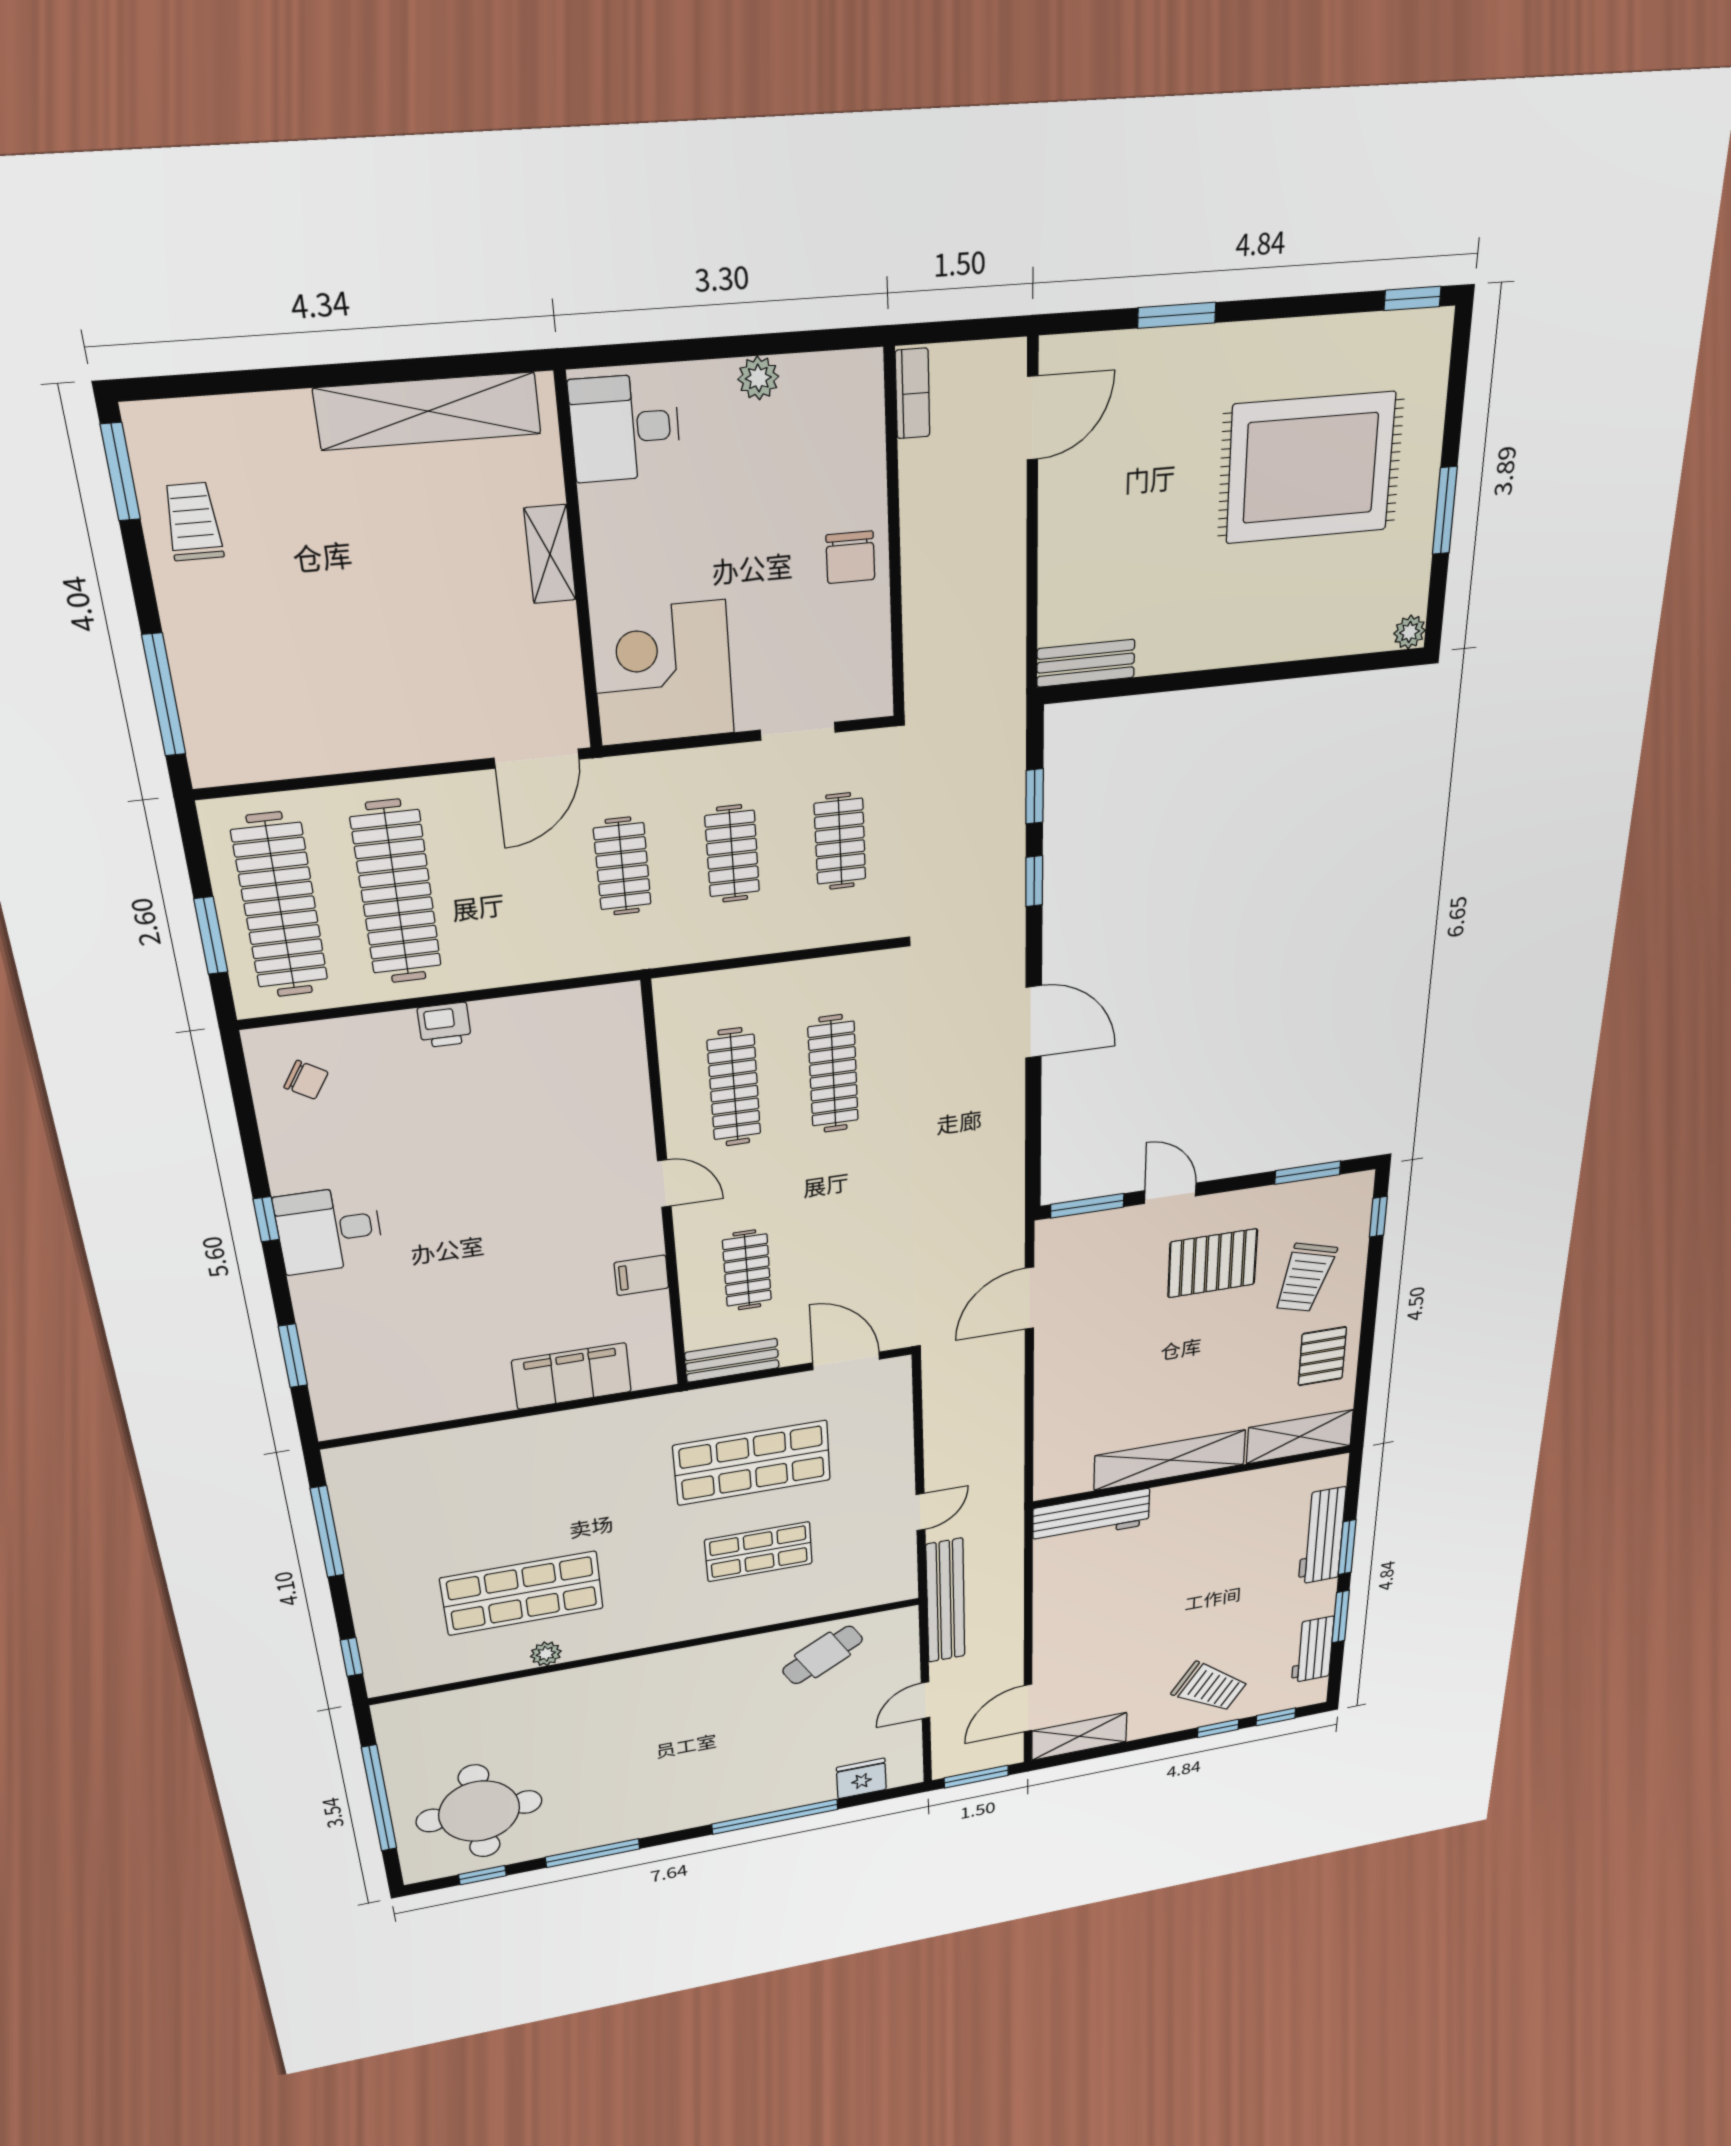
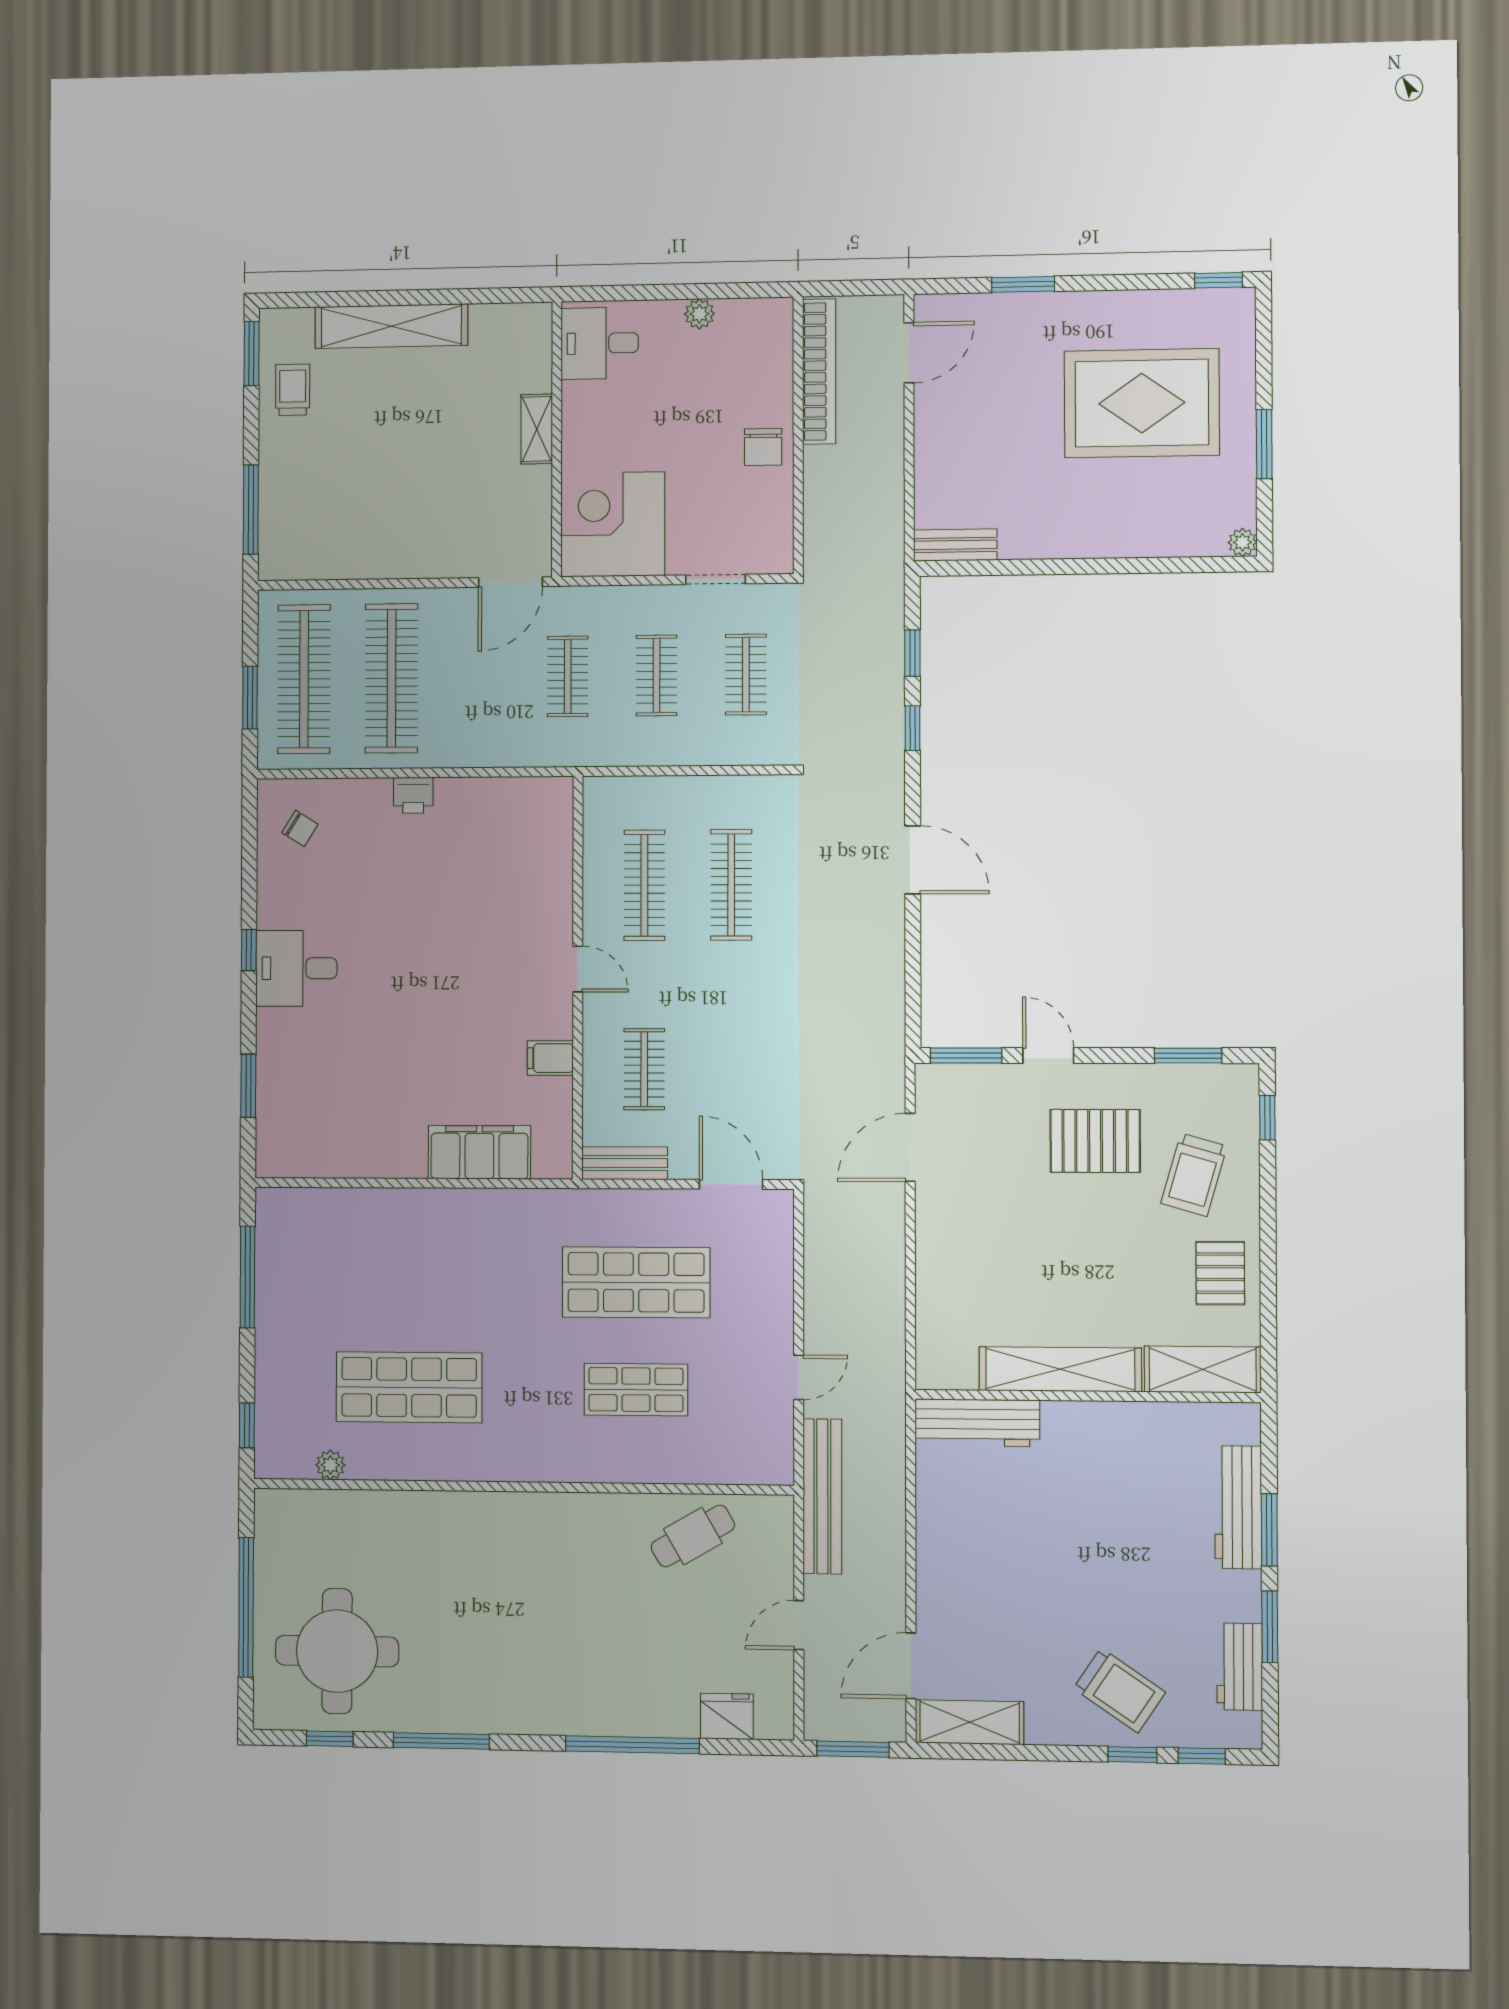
bookcase: (913, 394) -> (819, 372), width x2.31, depth x1.31
shelving: (428, 411) -> (391, 326), moved
plant: (546, 1654) -> (330, 1465), moved

